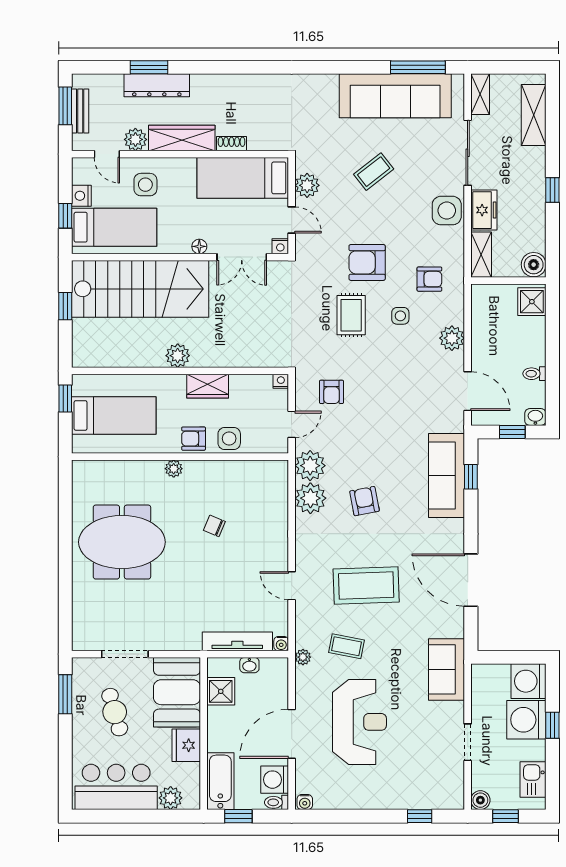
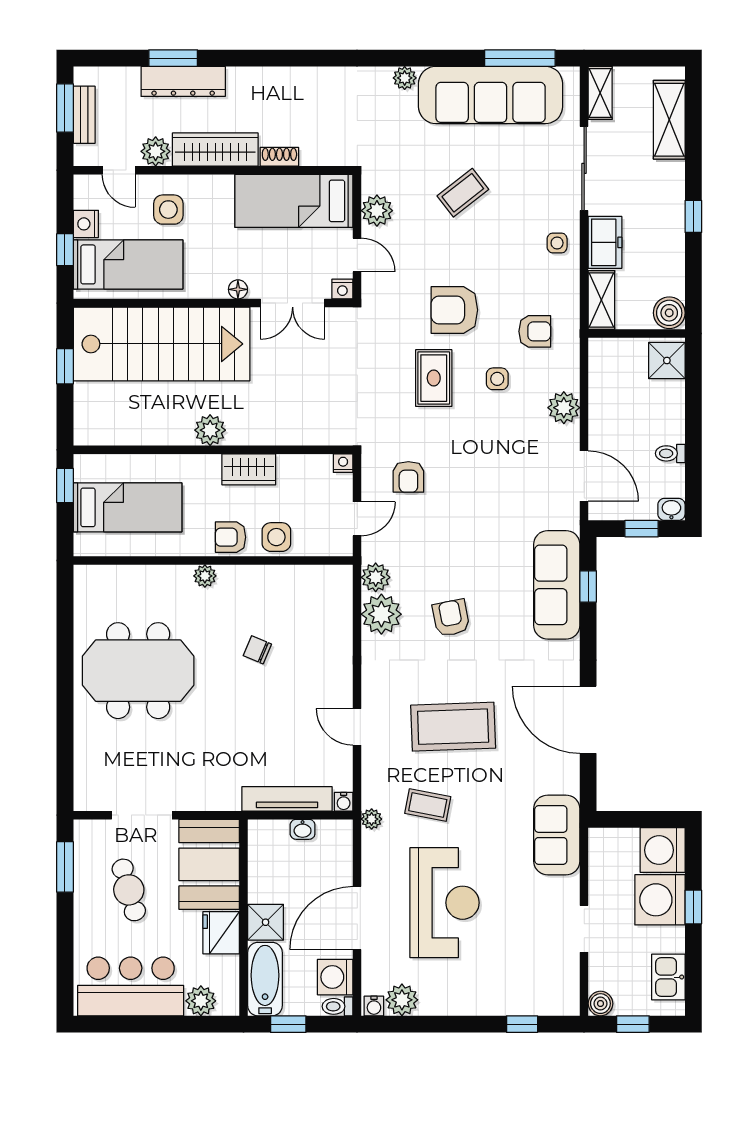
plant: (329, 83) -> (405, 78), added
side table: (447, 211) -> (557, 243), width x0.54, depth x0.54
plant: (310, 466) -> (376, 577), width x0.73, depth x0.73
shower: (221, 691) -> (266, 922), moved
plant: (326, 797) -> (402, 1000), added

